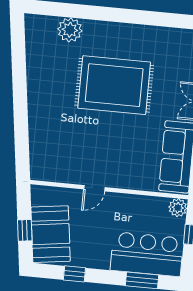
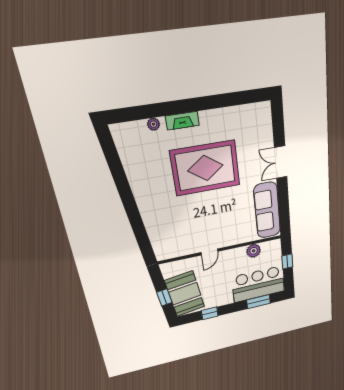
fireplace: (102, 28) -> (182, 121), added
plant: (70, 30) -> (154, 124), width x0.53, depth x0.53
plant: (178, 208) -> (254, 251), moved

